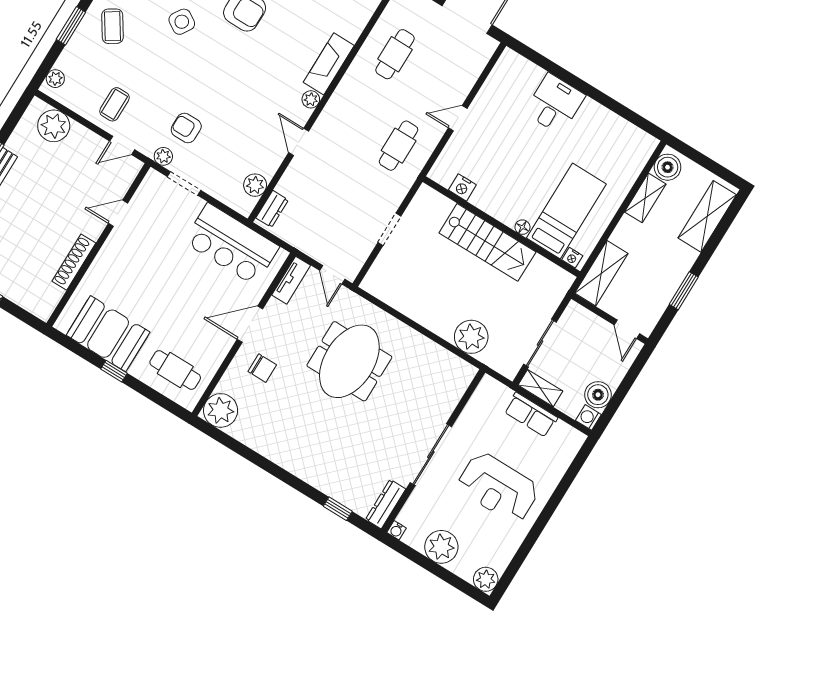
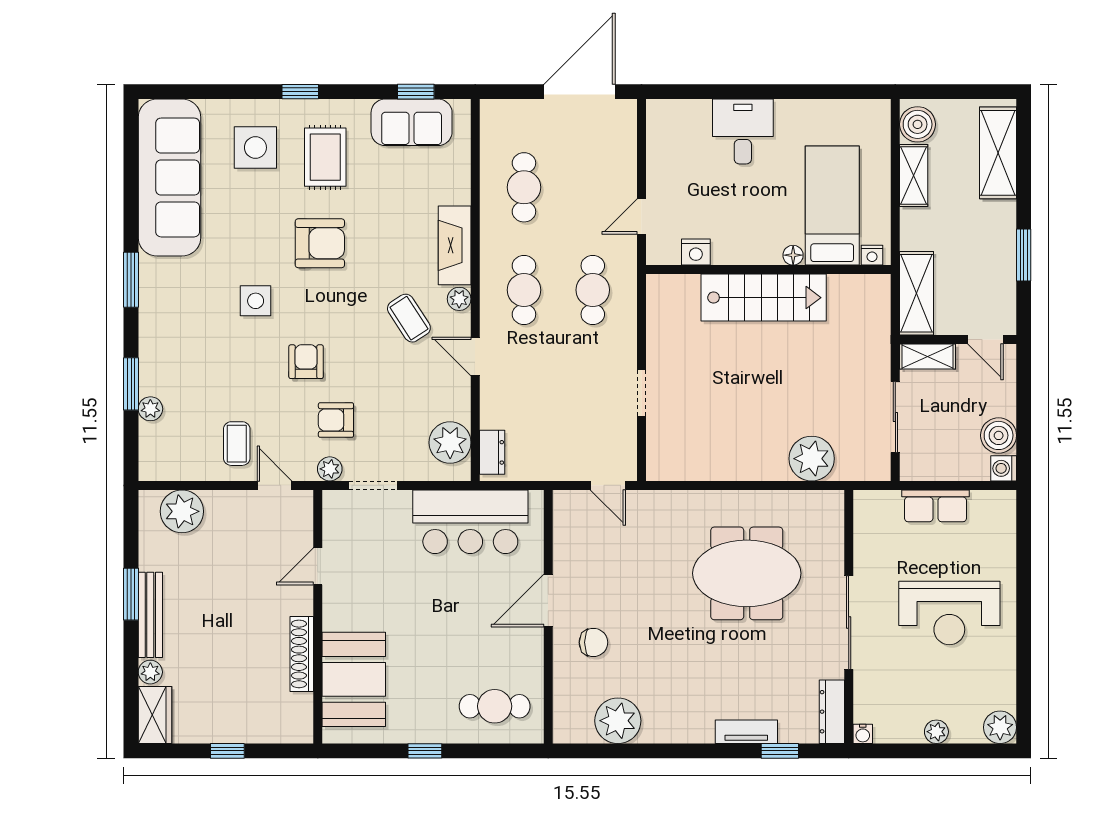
side table: (182, 22) -> (256, 301), turned -32
coffee table: (112, 26) -> (409, 318), moved
plant: (55, 79) -> (150, 409), moved
armchair: (190, 80) -> (306, 362), added
cafe table: (355, 119) -> (524, 290), added
door: (122, 145) -> (275, 485), swing flipped
plant: (255, 185) -> (450, 443), width x1.36, depth x1.36
nightstand: (462, 187) -> (696, 252), moved
bed: (566, 211) -> (832, 206), moved
wall: (501, 227) -> (768, 270), moved
floor lamp: (522, 227) -> (793, 255), moved
stairs: (487, 242) -> (764, 298), moved
nightstand: (572, 258) -> (872, 255), moved
tv unit: (291, 280) -> (746, 732), moved, turned -90
booth: (108, 334) -> (354, 679), moved, turned 90
meeting table: (349, 361) -> (747, 573), moved, turned 90
shelving: (540, 388) -> (928, 356), moved
plant: (221, 410) -> (618, 721), moved
plant: (441, 547) -> (936, 732), width x0.53, depth x0.53

